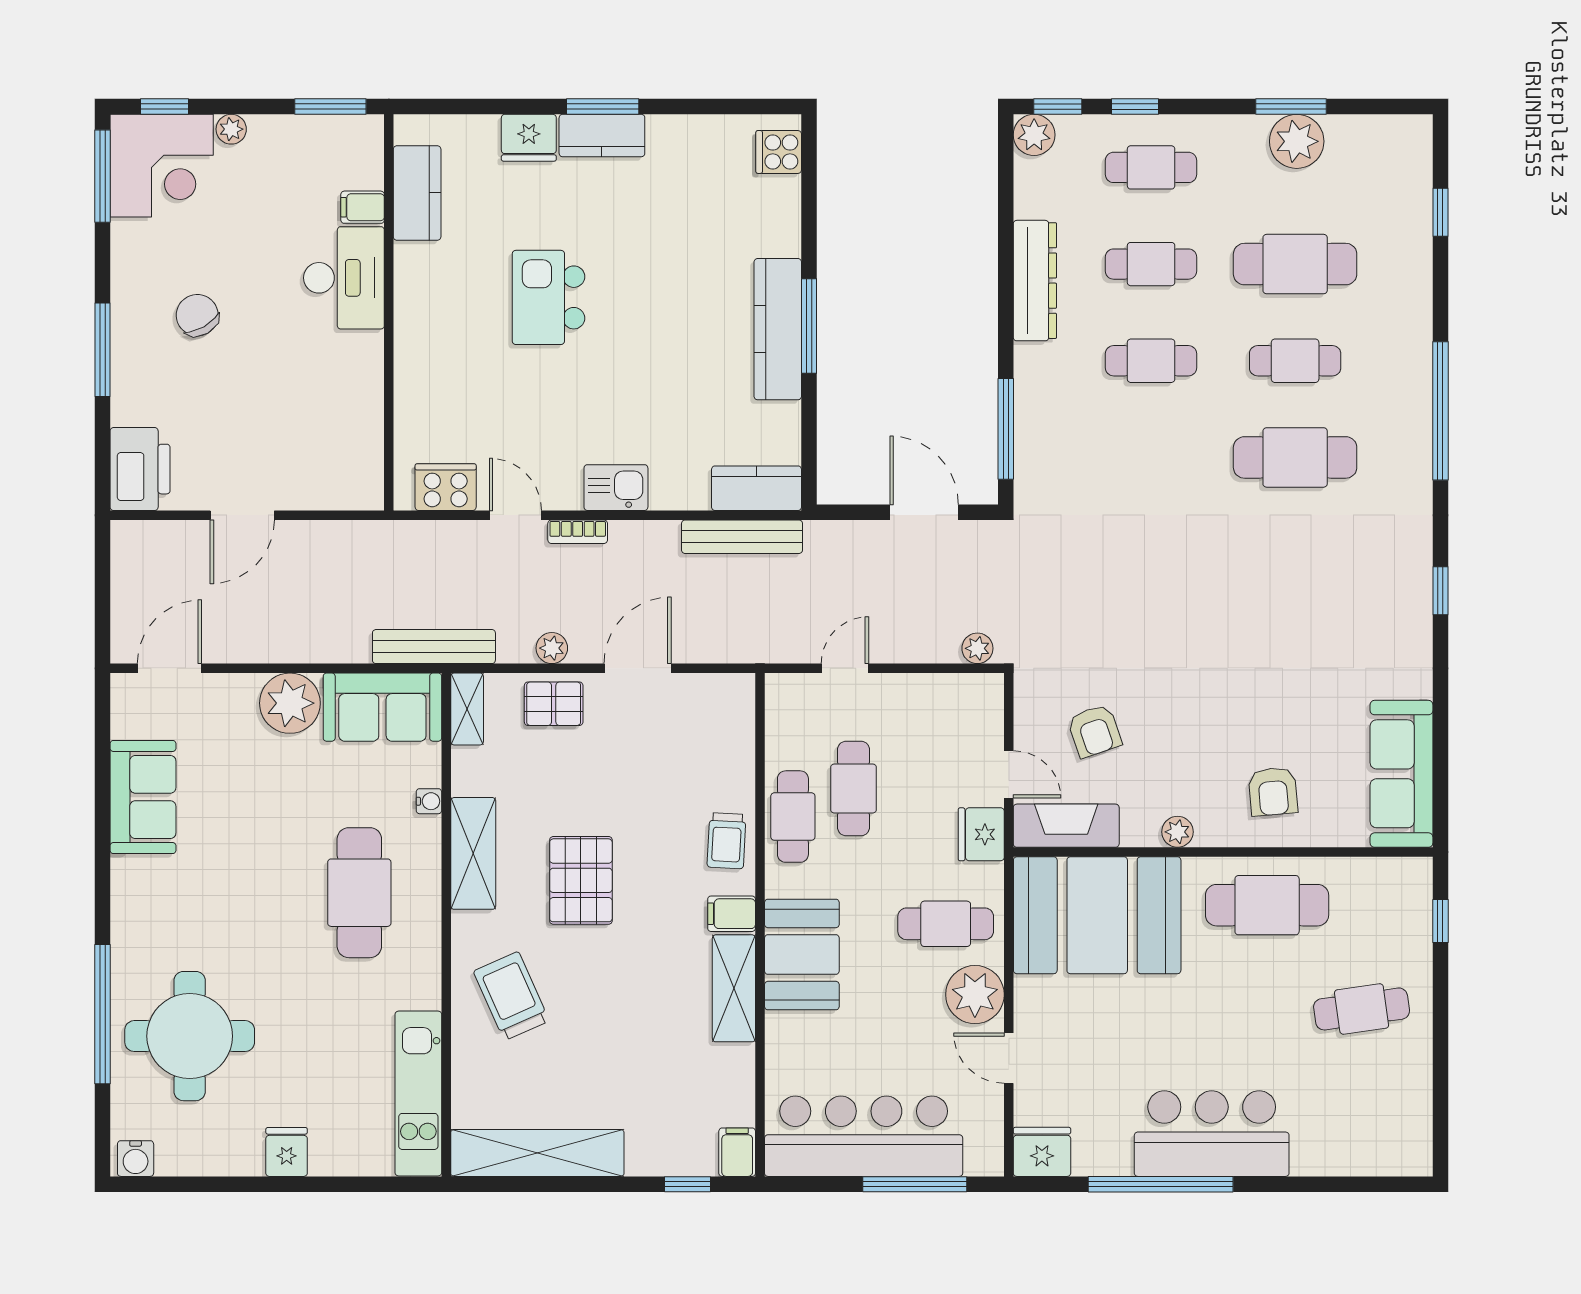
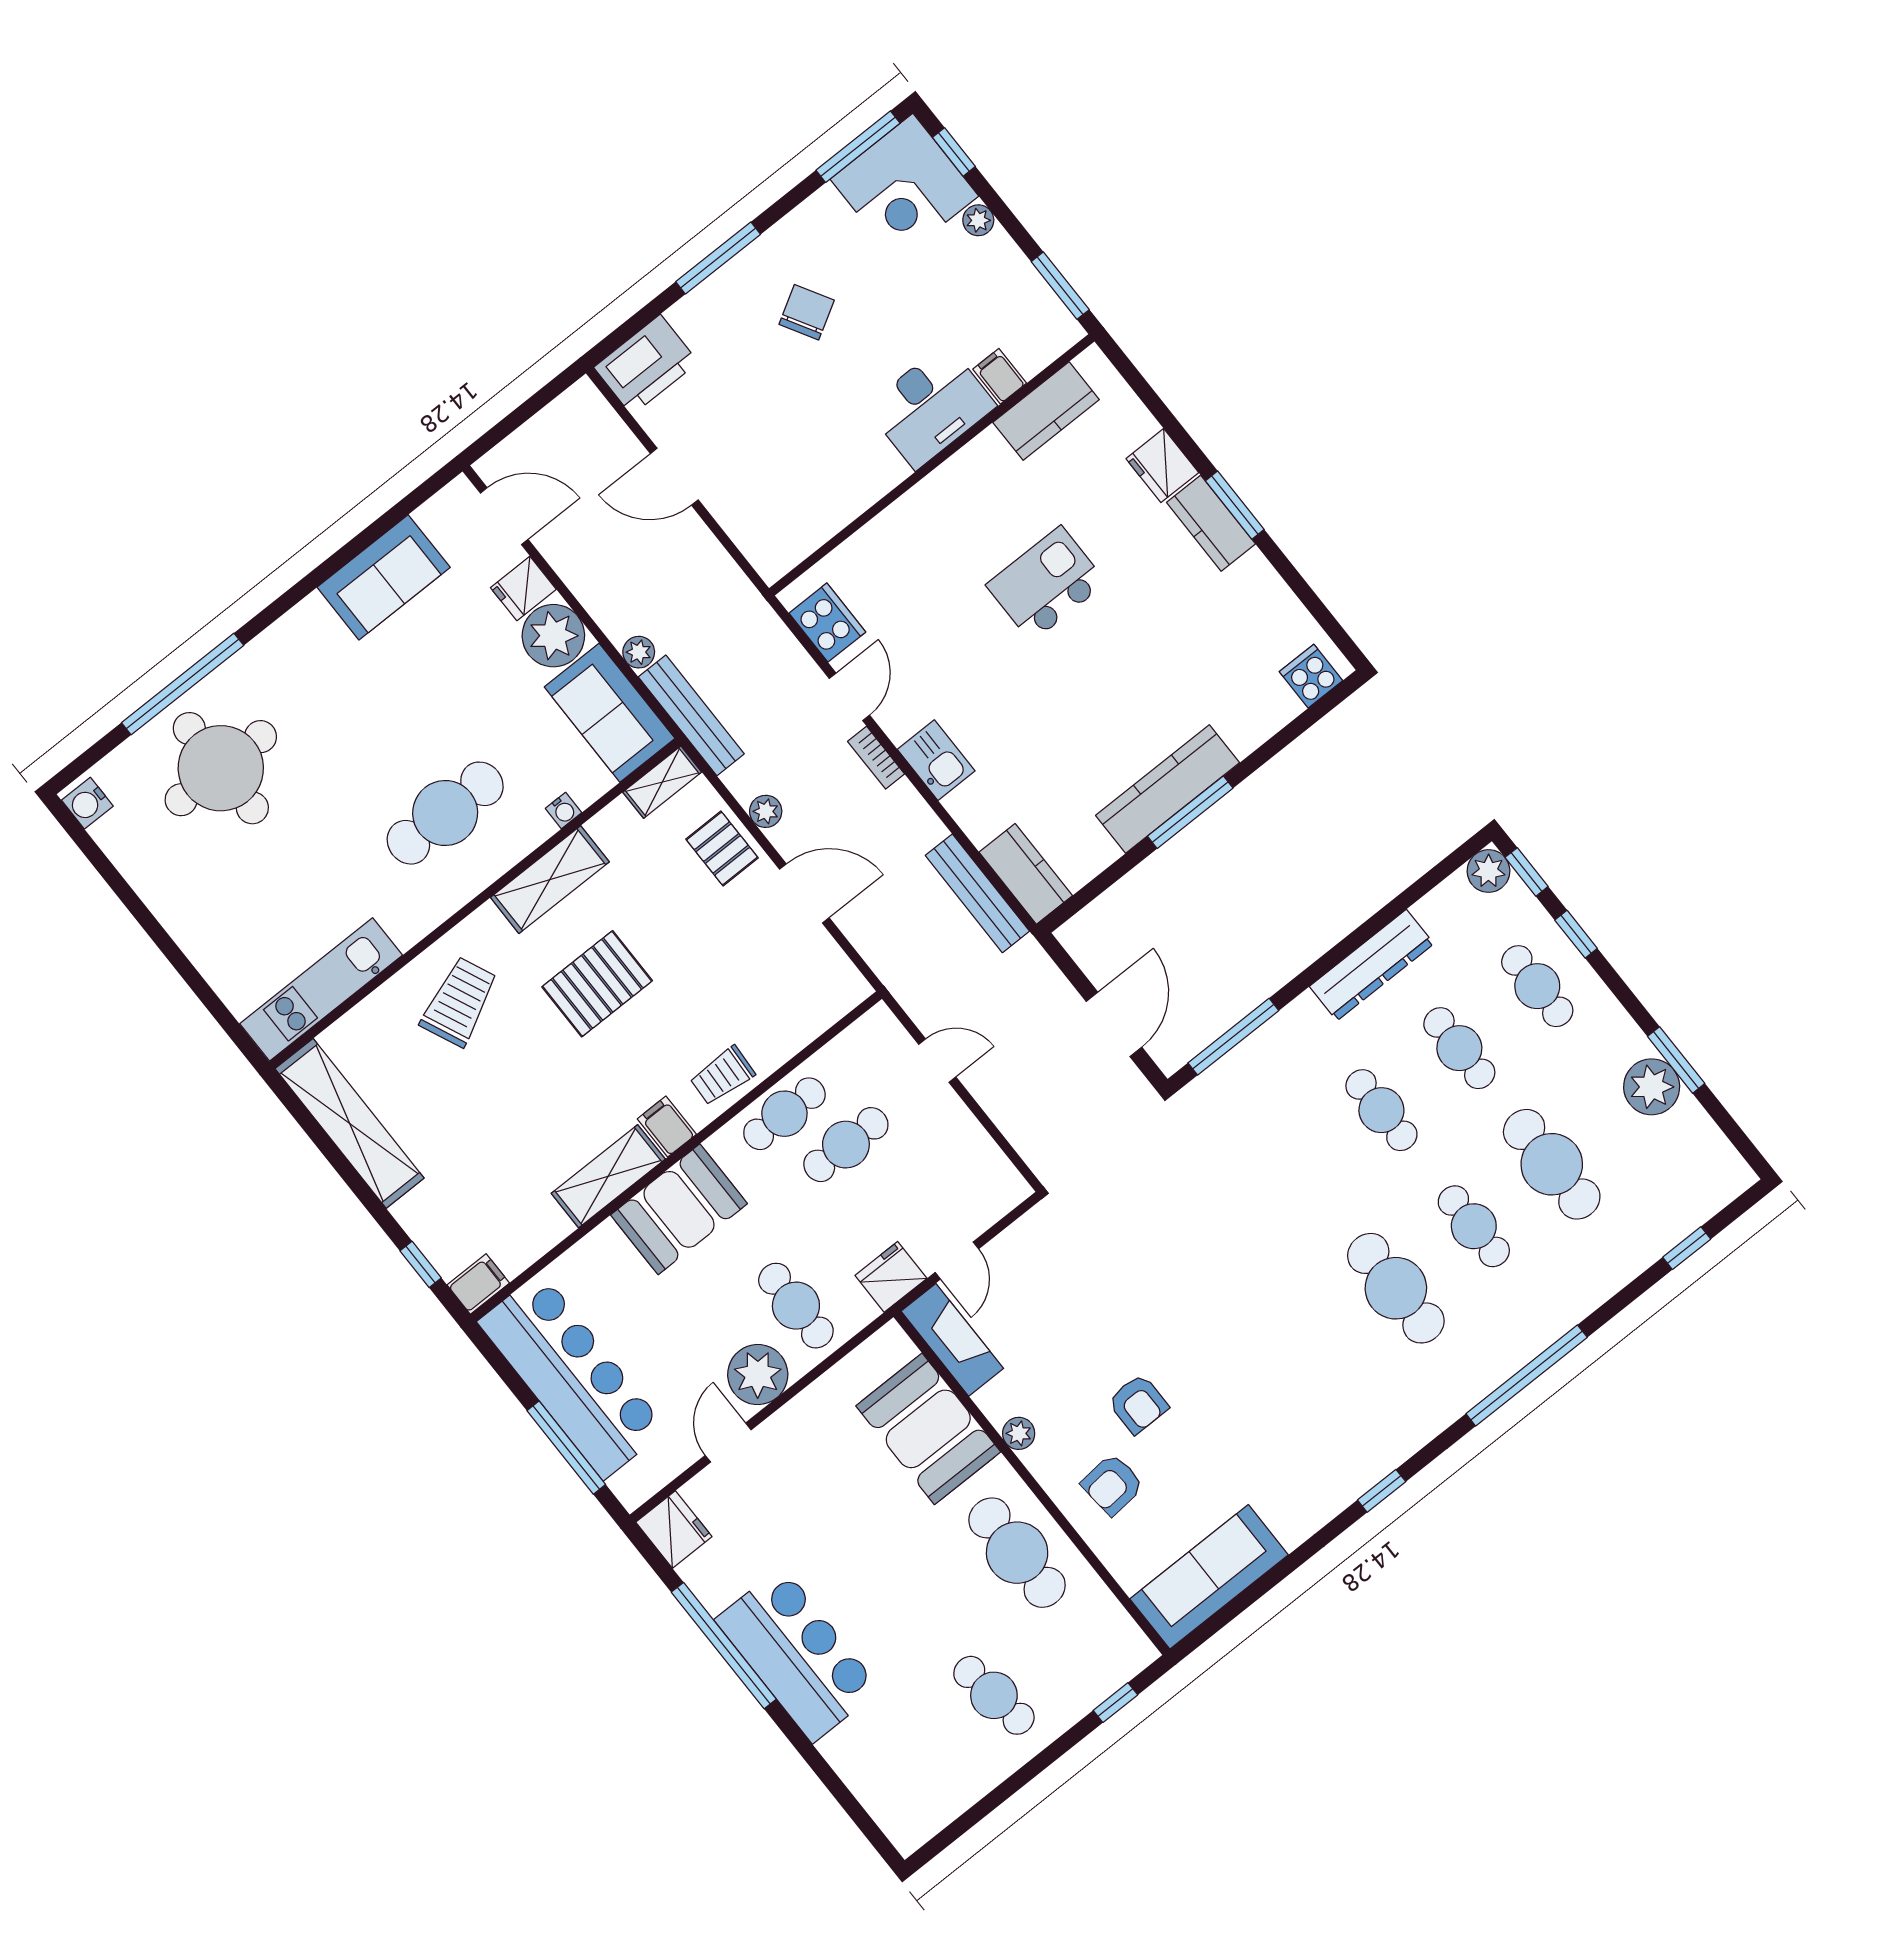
plant: (977, 648) -> (639, 652), moved
armchair: (1095, 731) -> (1138, 1404), moved, turned -71
booth: (1097, 915) -> (928, 1429), width x0.73, depth x0.70
fridge: (287, 1152) -> (523, 588), moved, turned 180

